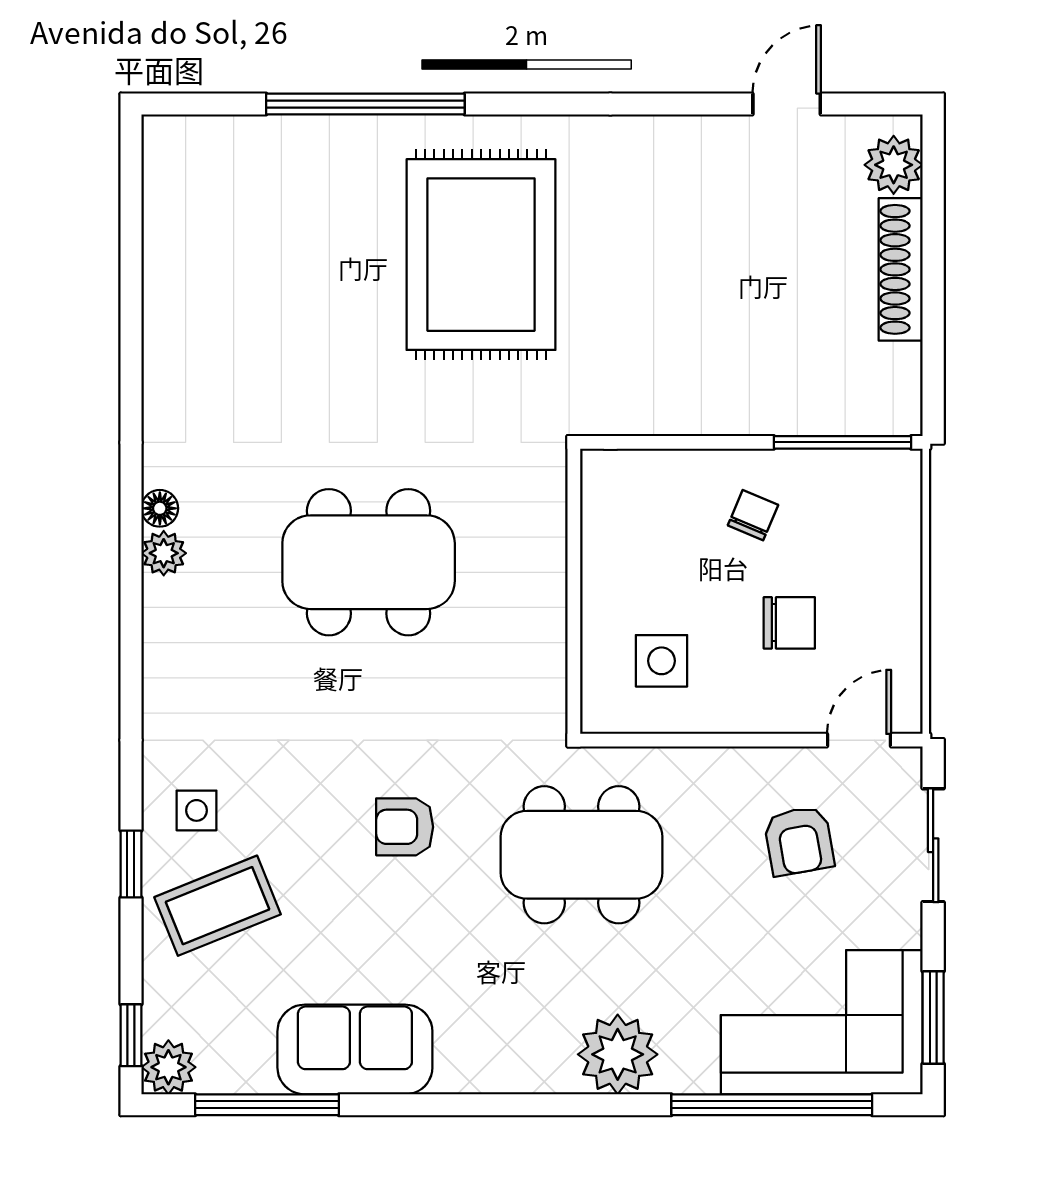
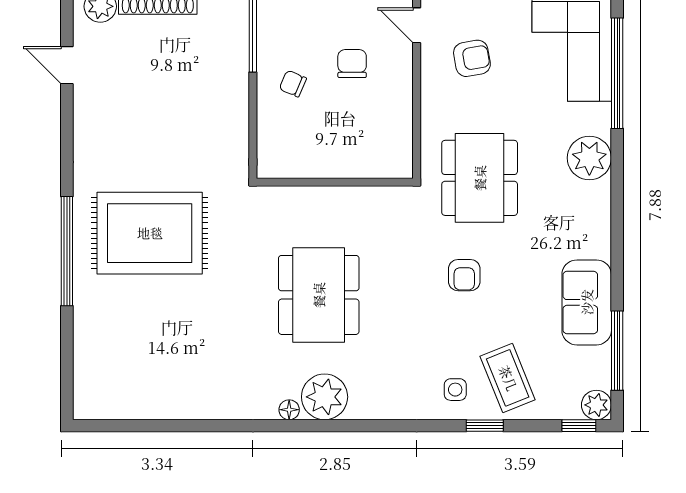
window: (365, 104) -> (67, 251), moved
plant: (164, 553) -> (325, 397), width x1.87, depth x1.87
side table: (662, 661) -> (373, 134), removed

